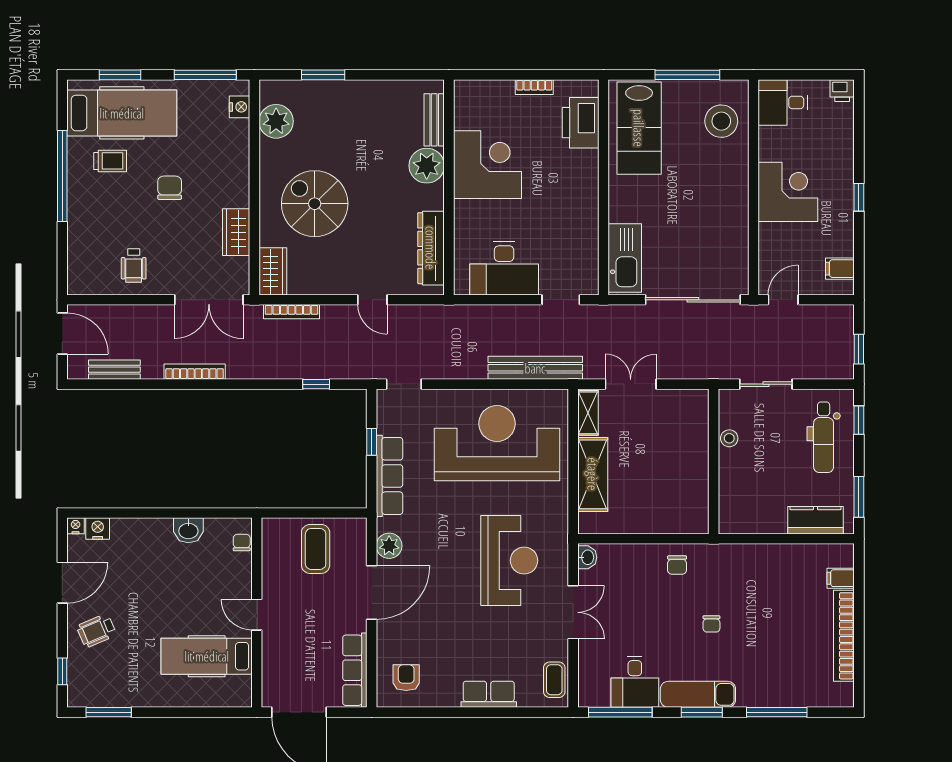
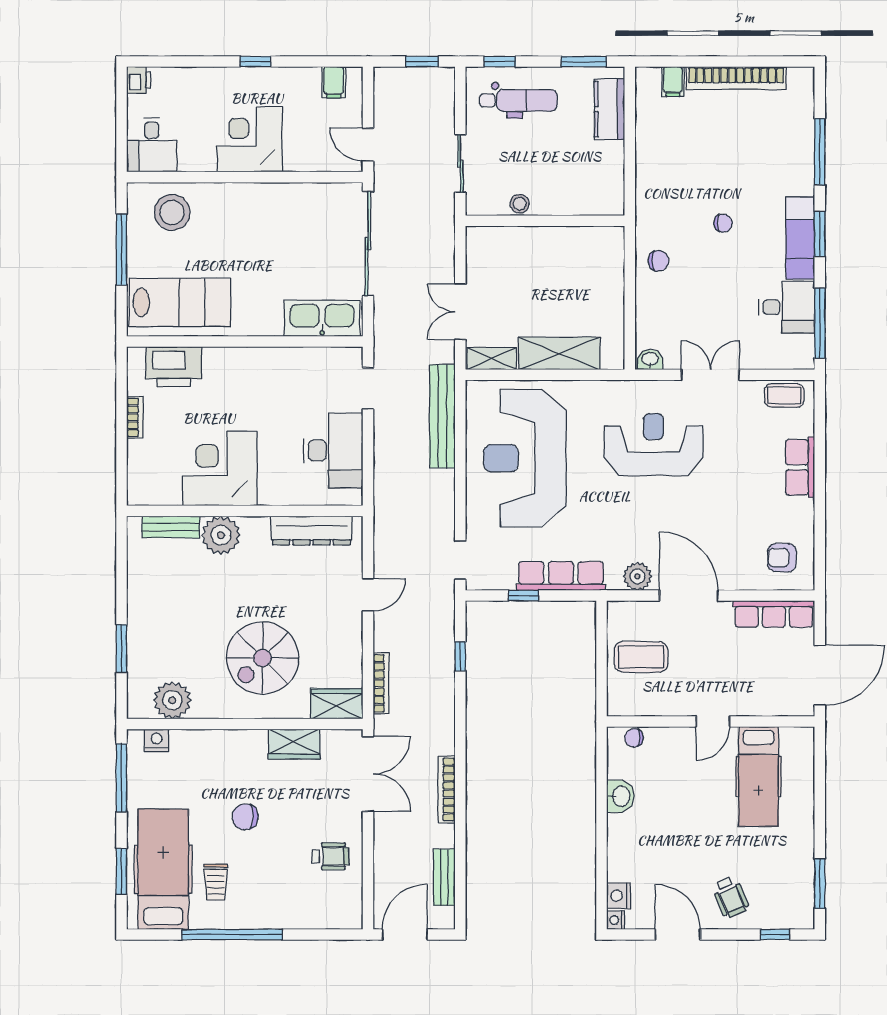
trolley: (110, 161) -> (216, 882), turned 180

